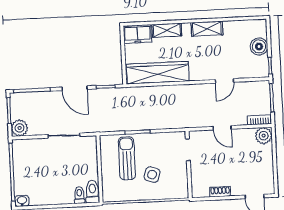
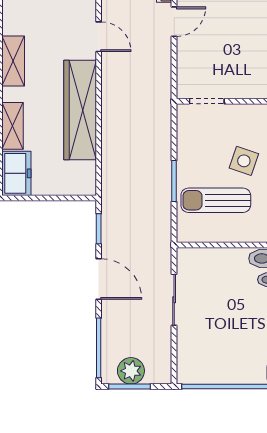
wardrobe: (158, 73) -> (80, 110), moved
door: (74, 88) -> (99, 279), hinge flipped
plant: (19, 128) -> (131, 371), moved
door: (222, 128) -> (174, 22), moved

